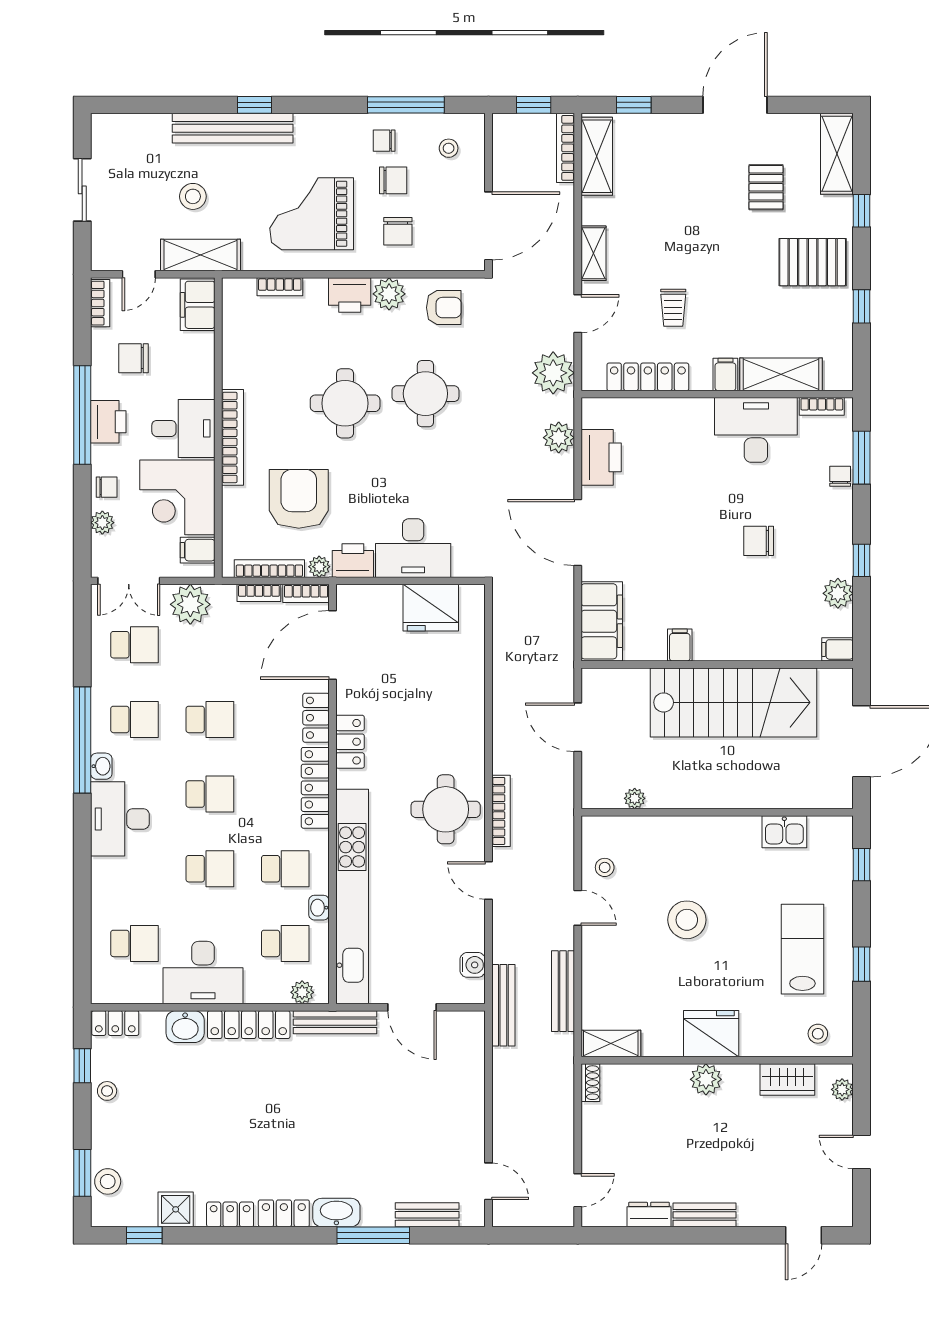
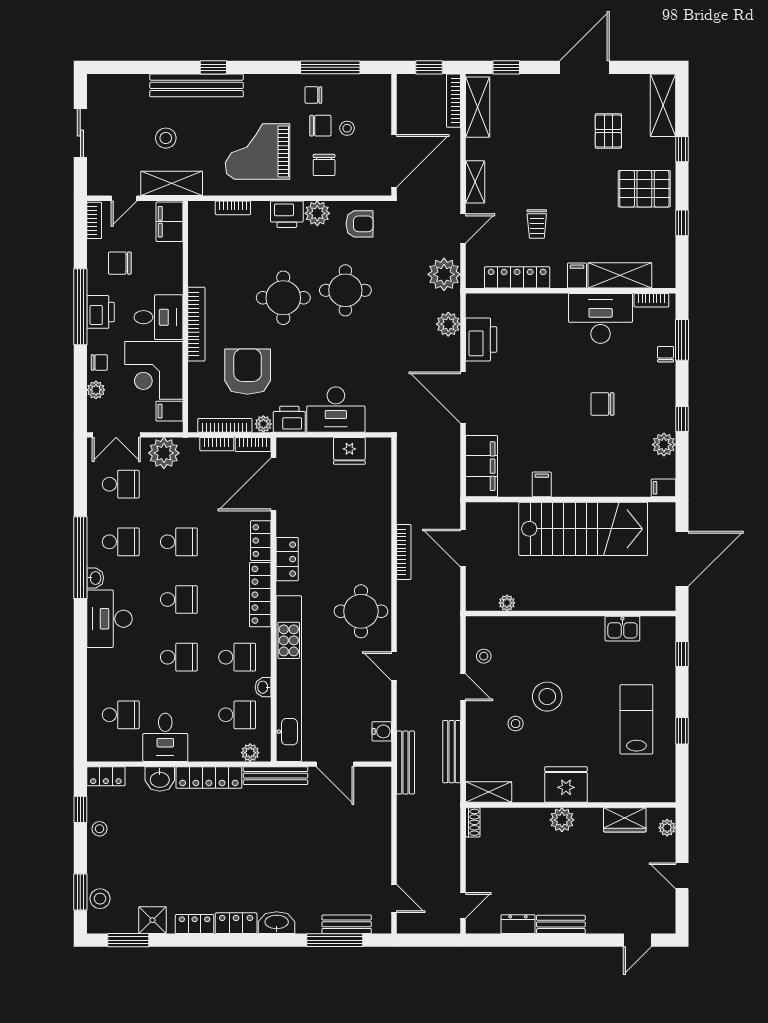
stool: (449, 148) -> (347, 128), moved
fridge: (431, 608) -> (349, 451), width x0.73, depth x0.75
bookcase: (501, 811) -> (404, 552), moved
desk: (203, 973) -> (165, 737), width x0.73
stool: (818, 1034) -> (516, 724), moved
window: (144, 1235) -> (128, 940), width x1.50
window: (373, 1235) -> (335, 940), moved

